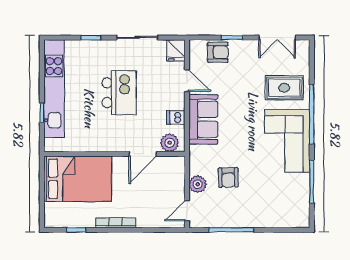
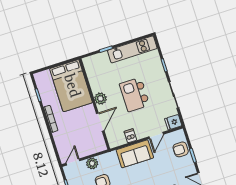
armchair: (218, 52) -> (181, 149), turned 90
kitchen unit: (54, 89) -> (132, 49), width x0.73
kitchen island: (119, 93) -> (135, 94), turned 90
plant: (170, 143) -> (101, 99), moved
door: (143, 154) -> (100, 122), swing flipped
door: (187, 211) -> (73, 162), hinge flipped

